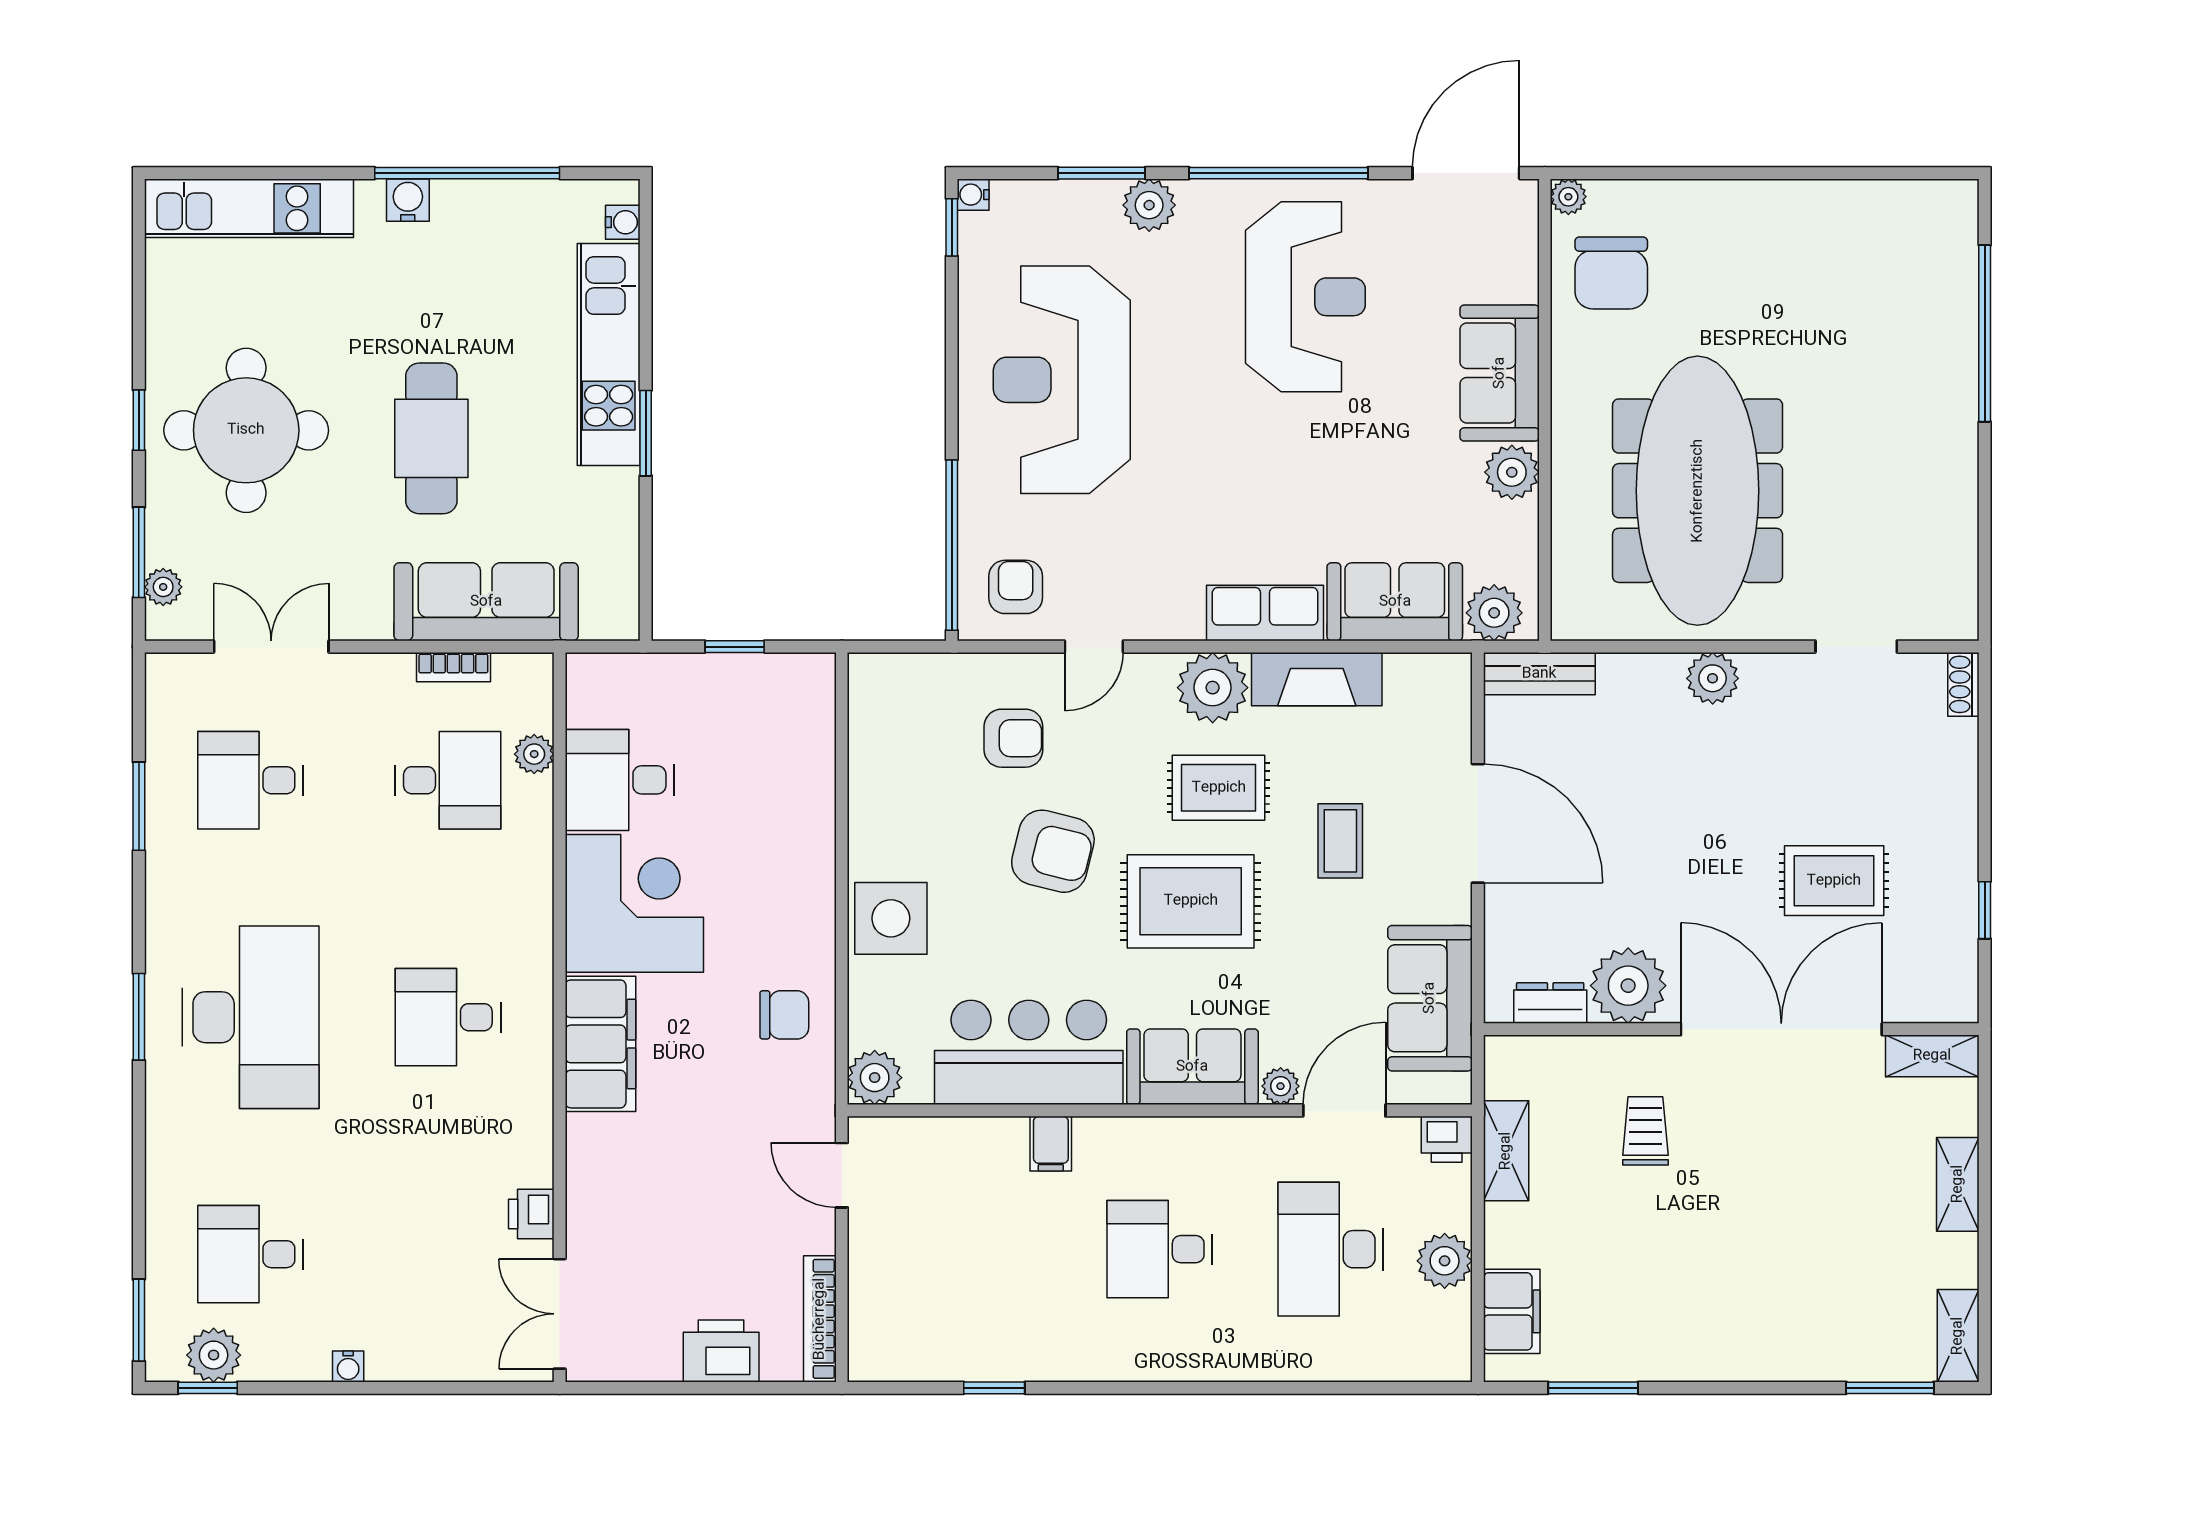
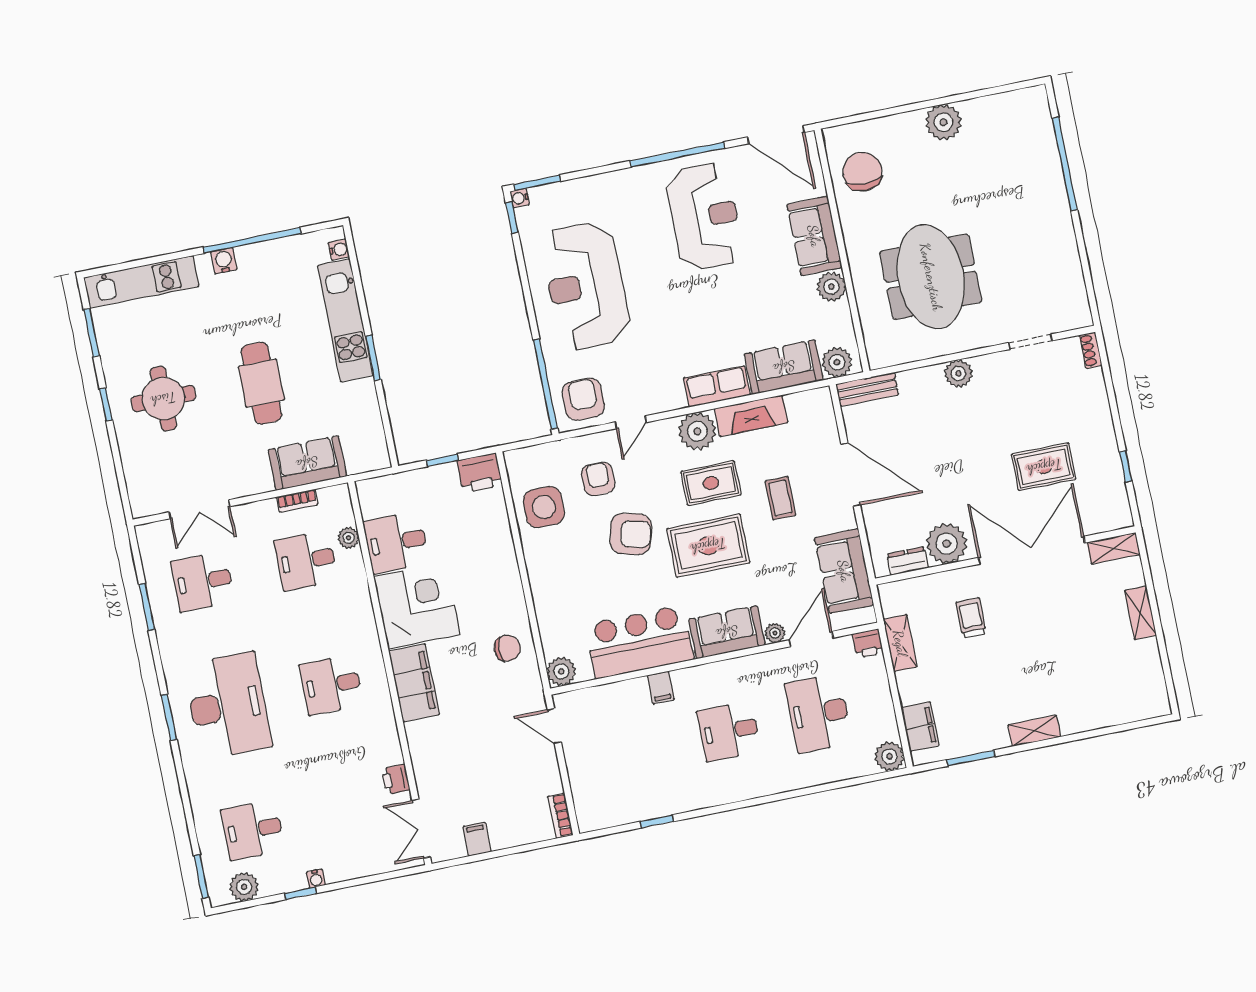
window: (1102, 173) -> (537, 183), moved
door: (1466, 173) -> (776, 135), swing flipped
plant: (1568, 197) -> (943, 122), moved, width x1.88, depth x1.88
plant: (1149, 205) -> (613, 185), removed
chair: (1611, 273) -> (862, 172), turned 180
round table: (246, 430) -> (163, 399), width x0.73, depth x0.73
meeting table: (1698, 491) -> (931, 277), width x0.73
window: (139, 552) -> (92, 333), moved
plant: (163, 587) -> (136, 489), removed
armchair: (1016, 587) -> (583, 399), width x1.38, depth x1.38
sofa: (486, 602) -> (307, 463), width x0.73
double door: (271, 647) -> (199, 509), swing flipped
armchair: (1013, 738) -> (598, 479), turned -90
desk: (448, 780) -> (306, 561), turned 180
side table: (891, 918) -> (544, 507), moved
plant: (1445, 1261) -> (889, 756), moved
bookcase: (820, 1319) -> (560, 816), width x0.64
shelving: (1958, 1336) -> (1034, 731), moved, turned 90
printer: (721, 1351) -> (480, 473), moved, turned 180
filing cabinet: (658, 1354) -> (477, 839), added
window: (208, 1388) -> (300, 893), moved
window: (1890, 1388) -> (1126, 727), removed

